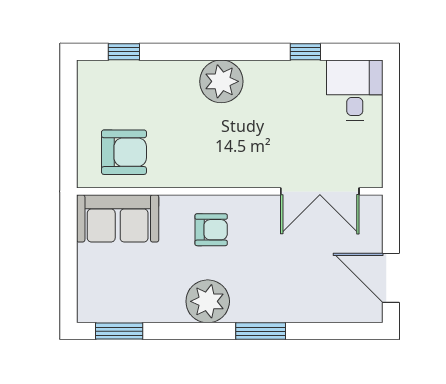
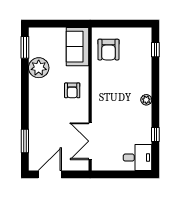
plant: (221, 81) -> (146, 100), width x0.53, depth x0.53
plant: (208, 301) -> (39, 68), moved
window: (261, 331) -> (25, 141), moved

